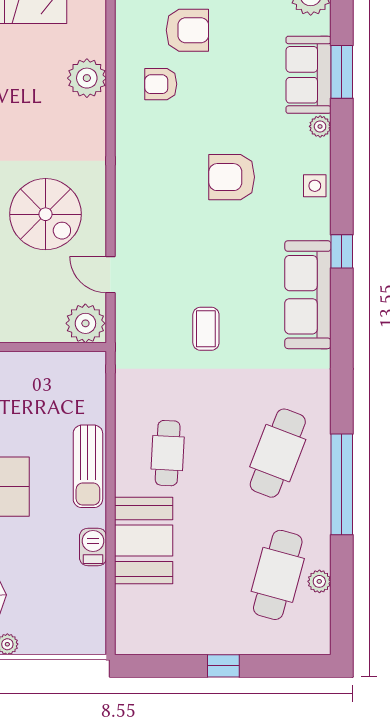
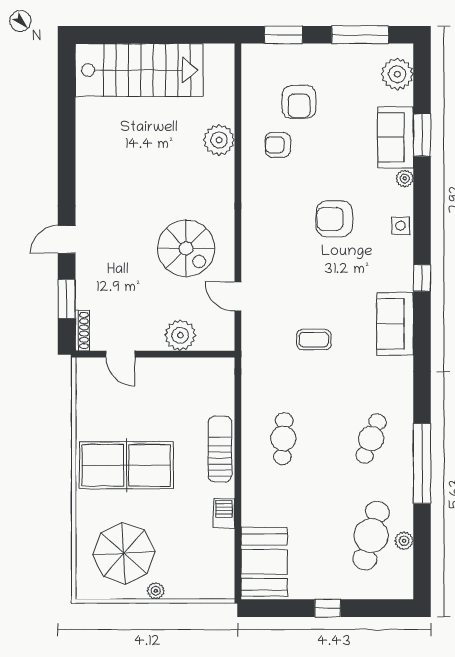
armchair: (187, 30) -> (299, 102), turned 90
sofa: (308, 295) -> (395, 324), width x0.73
plant: (85, 323) -> (180, 335), moved
coffee table: (206, 329) -> (314, 340), turned 90
cafe table: (278, 453) -> (371, 439), width x0.73, depth x0.74
sun lounger: (88, 466) -> (220, 449), turned 180
booth: (144, 541) -> (264, 562), moved

